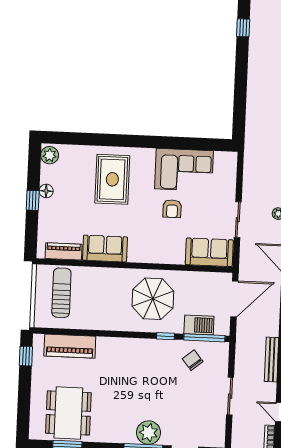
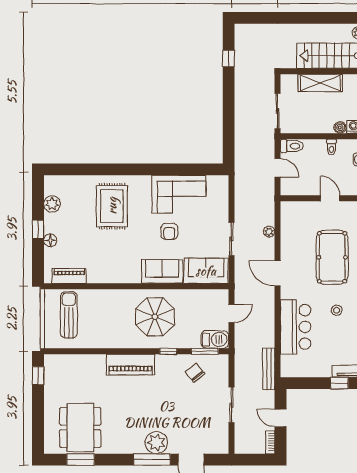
plant: (50, 155) -> (52, 204), moved
floor lamp: (46, 191) -> (50, 240), moved
sofa: (105, 249) -> (162, 272), moved
door: (234, 299) -> (231, 314), width x0.53
barbecue: (199, 325) -> (215, 339), moved
window: (204, 338) -> (205, 351), width x0.69
piano: (70, 346) -> (130, 365), moved

